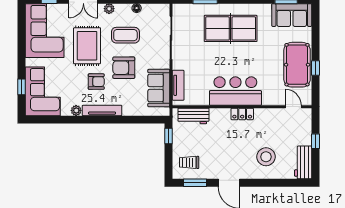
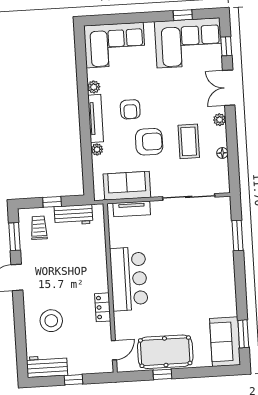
table tennis table: (231, 28) -> (204, 269), removed
rug: (87, 46) -> (173, 96), removed
armchair: (124, 68) -> (149, 142), turned 90
window: (21, 87) -> (183, 15), moved
plant: (128, 111) -> (97, 149), added
locker: (242, 114) -> (103, 307), moved
workbench: (193, 116) -> (73, 215), moved, turned -90
window: (168, 136) -> (52, 202), moved

